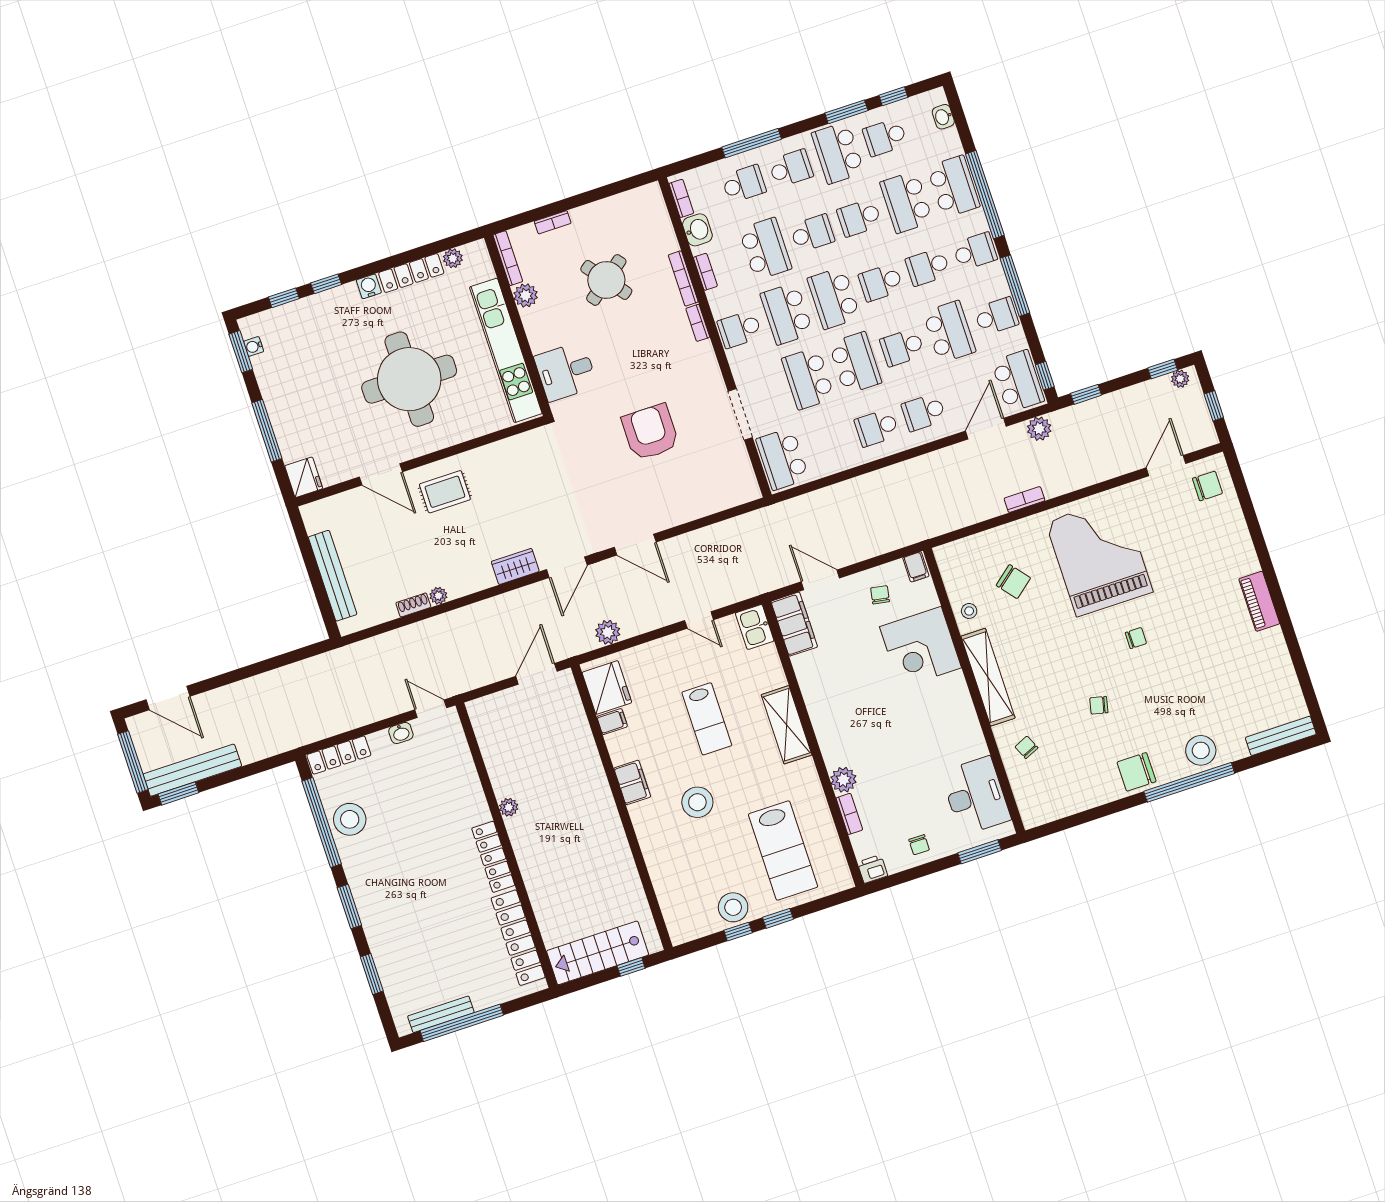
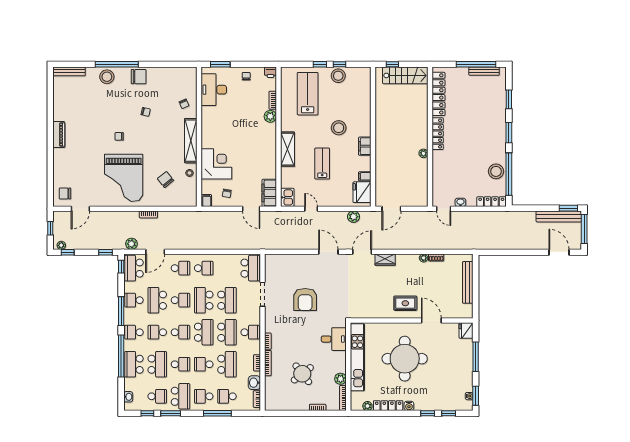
school desk: (765, 249) -> (227, 364), turned 180
school desk: (928, 267) -> (157, 332), turned 180

